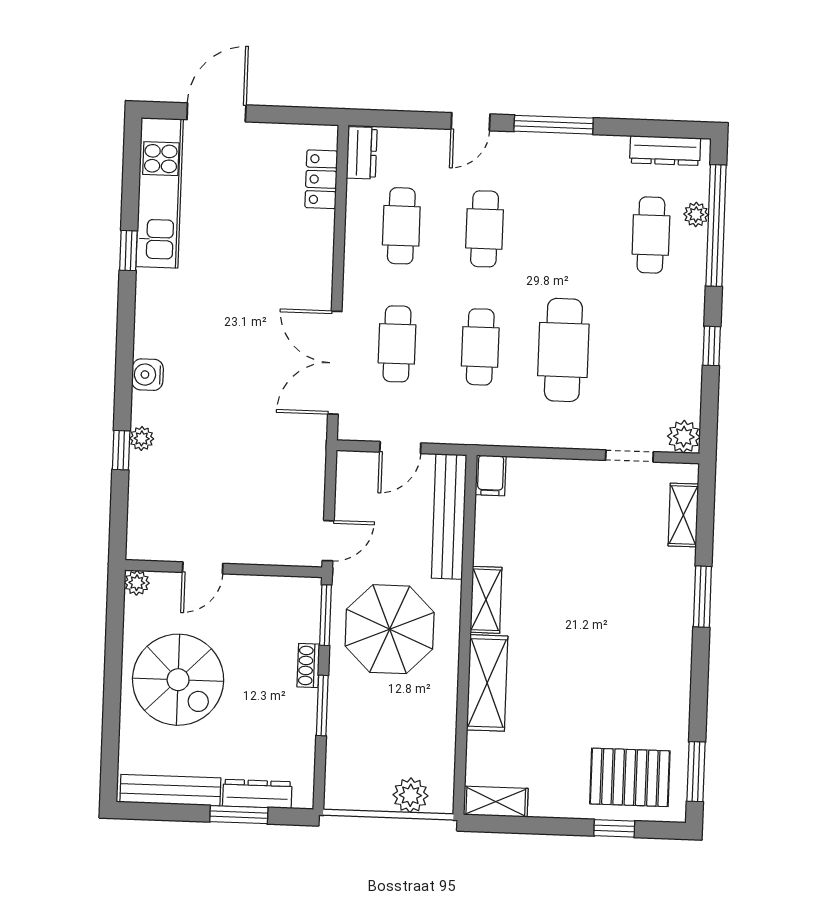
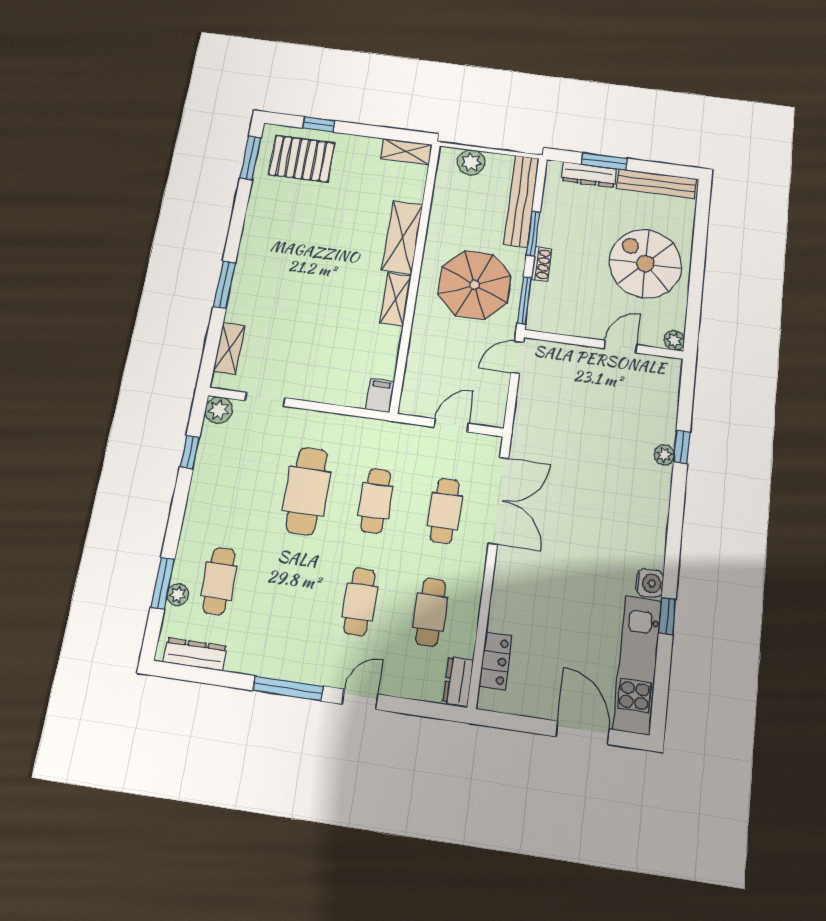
door: (216, 112) -> (583, 733), swing flipped
window: (716, 225) -> (163, 583), width x0.47
window: (712, 346) -> (190, 452), moved
water cooler: (147, 375) -> (650, 583), moved
bench: (449, 516) -> (521, 201), moved

